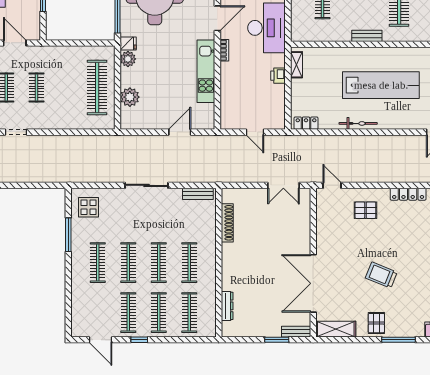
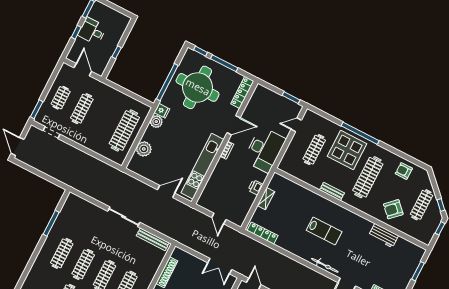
shelving: (296, 65) -> (266, 199), moved
kitchen unit: (206, 71) -> (202, 166), width x1.36
lab bench: (381, 85) -> (324, 231), width x0.54, depth x0.72
clothes rail: (36, 88) -> (82, 109), width x1.36
locker: (306, 123) -> (262, 233), width x1.53
bicycle: (358, 123) -> (325, 265), moved
bench: (198, 194) -> (153, 239), width x1.36
display table: (88, 207) -> (75, 211), removed

